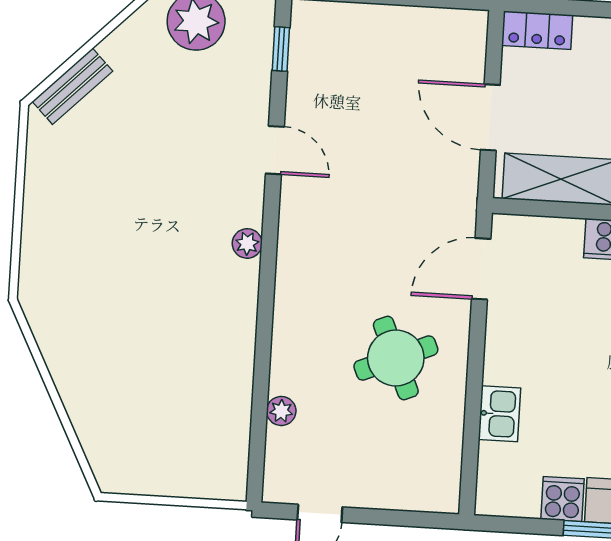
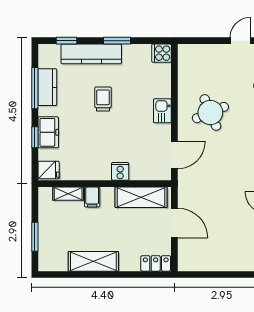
kitchen sink: (499, 414) -> (162, 111), moved
cooker: (563, 499) -> (161, 53), moved, turned 90

